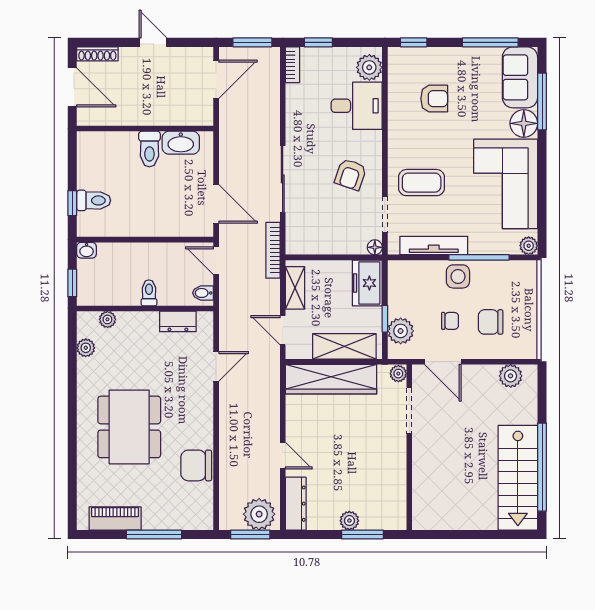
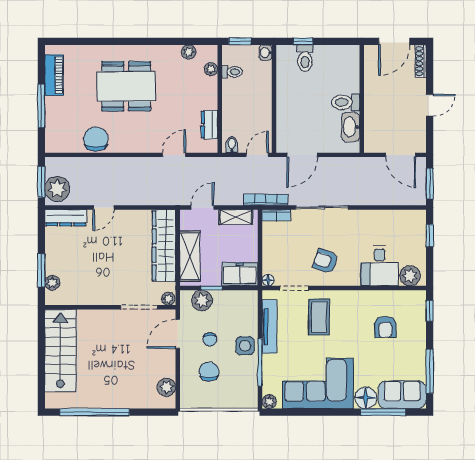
bookcase: (293, 65) -> (276, 215), moved
toilet: (149, 293) -> (232, 72), moved
door: (216, 366) -> (174, 155), swing flipped
stairs: (518, 478) -> (60, 351), moved, turned 90
plant: (349, 521) -> (52, 283), moved

